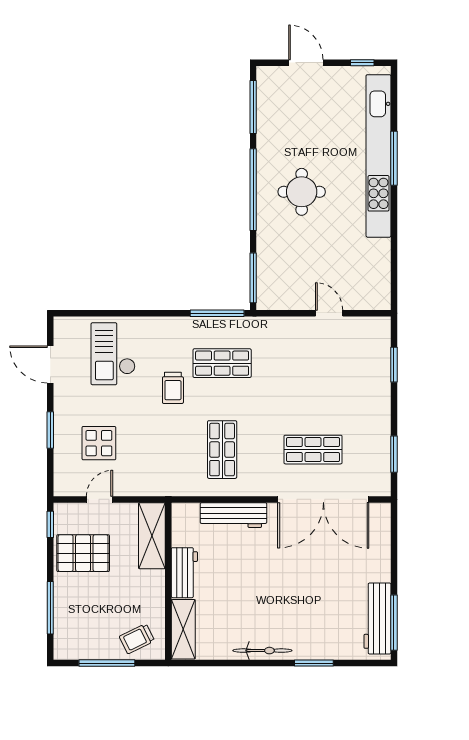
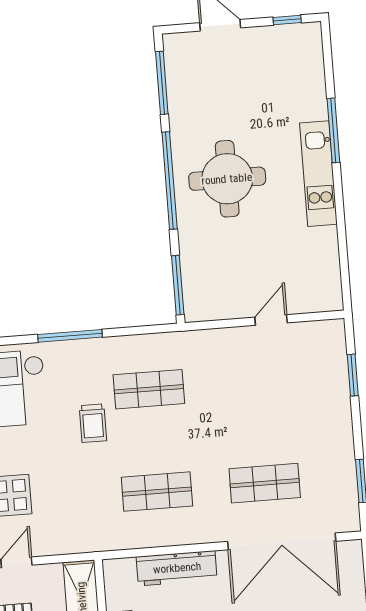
kitchen unit: (378, 156) -> (318, 174), width x0.54
round table: (302, 192) -> (227, 179), width x1.36, depth x1.36
window: (217, 313) -> (70, 336), moved
door: (329, 313) -> (271, 320), hinge flipped
shop shelf: (222, 450) -> (157, 492), turned 90

